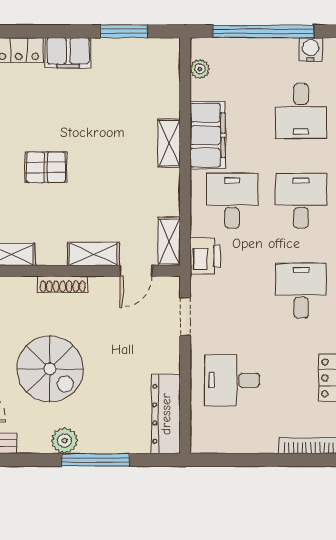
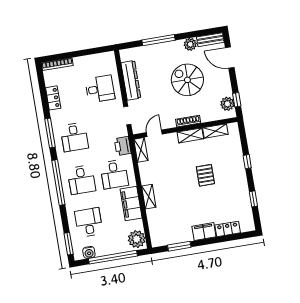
plant: (200, 69) -> (137, 239), width x1.87, depth x1.87
pallet: (46, 167) -> (205, 175), turned 90
shelving: (93, 254) -> (190, 135), moved
dresser: (166, 414) -> (131, 80), moved
plant: (65, 441) -> (190, 44), moved

